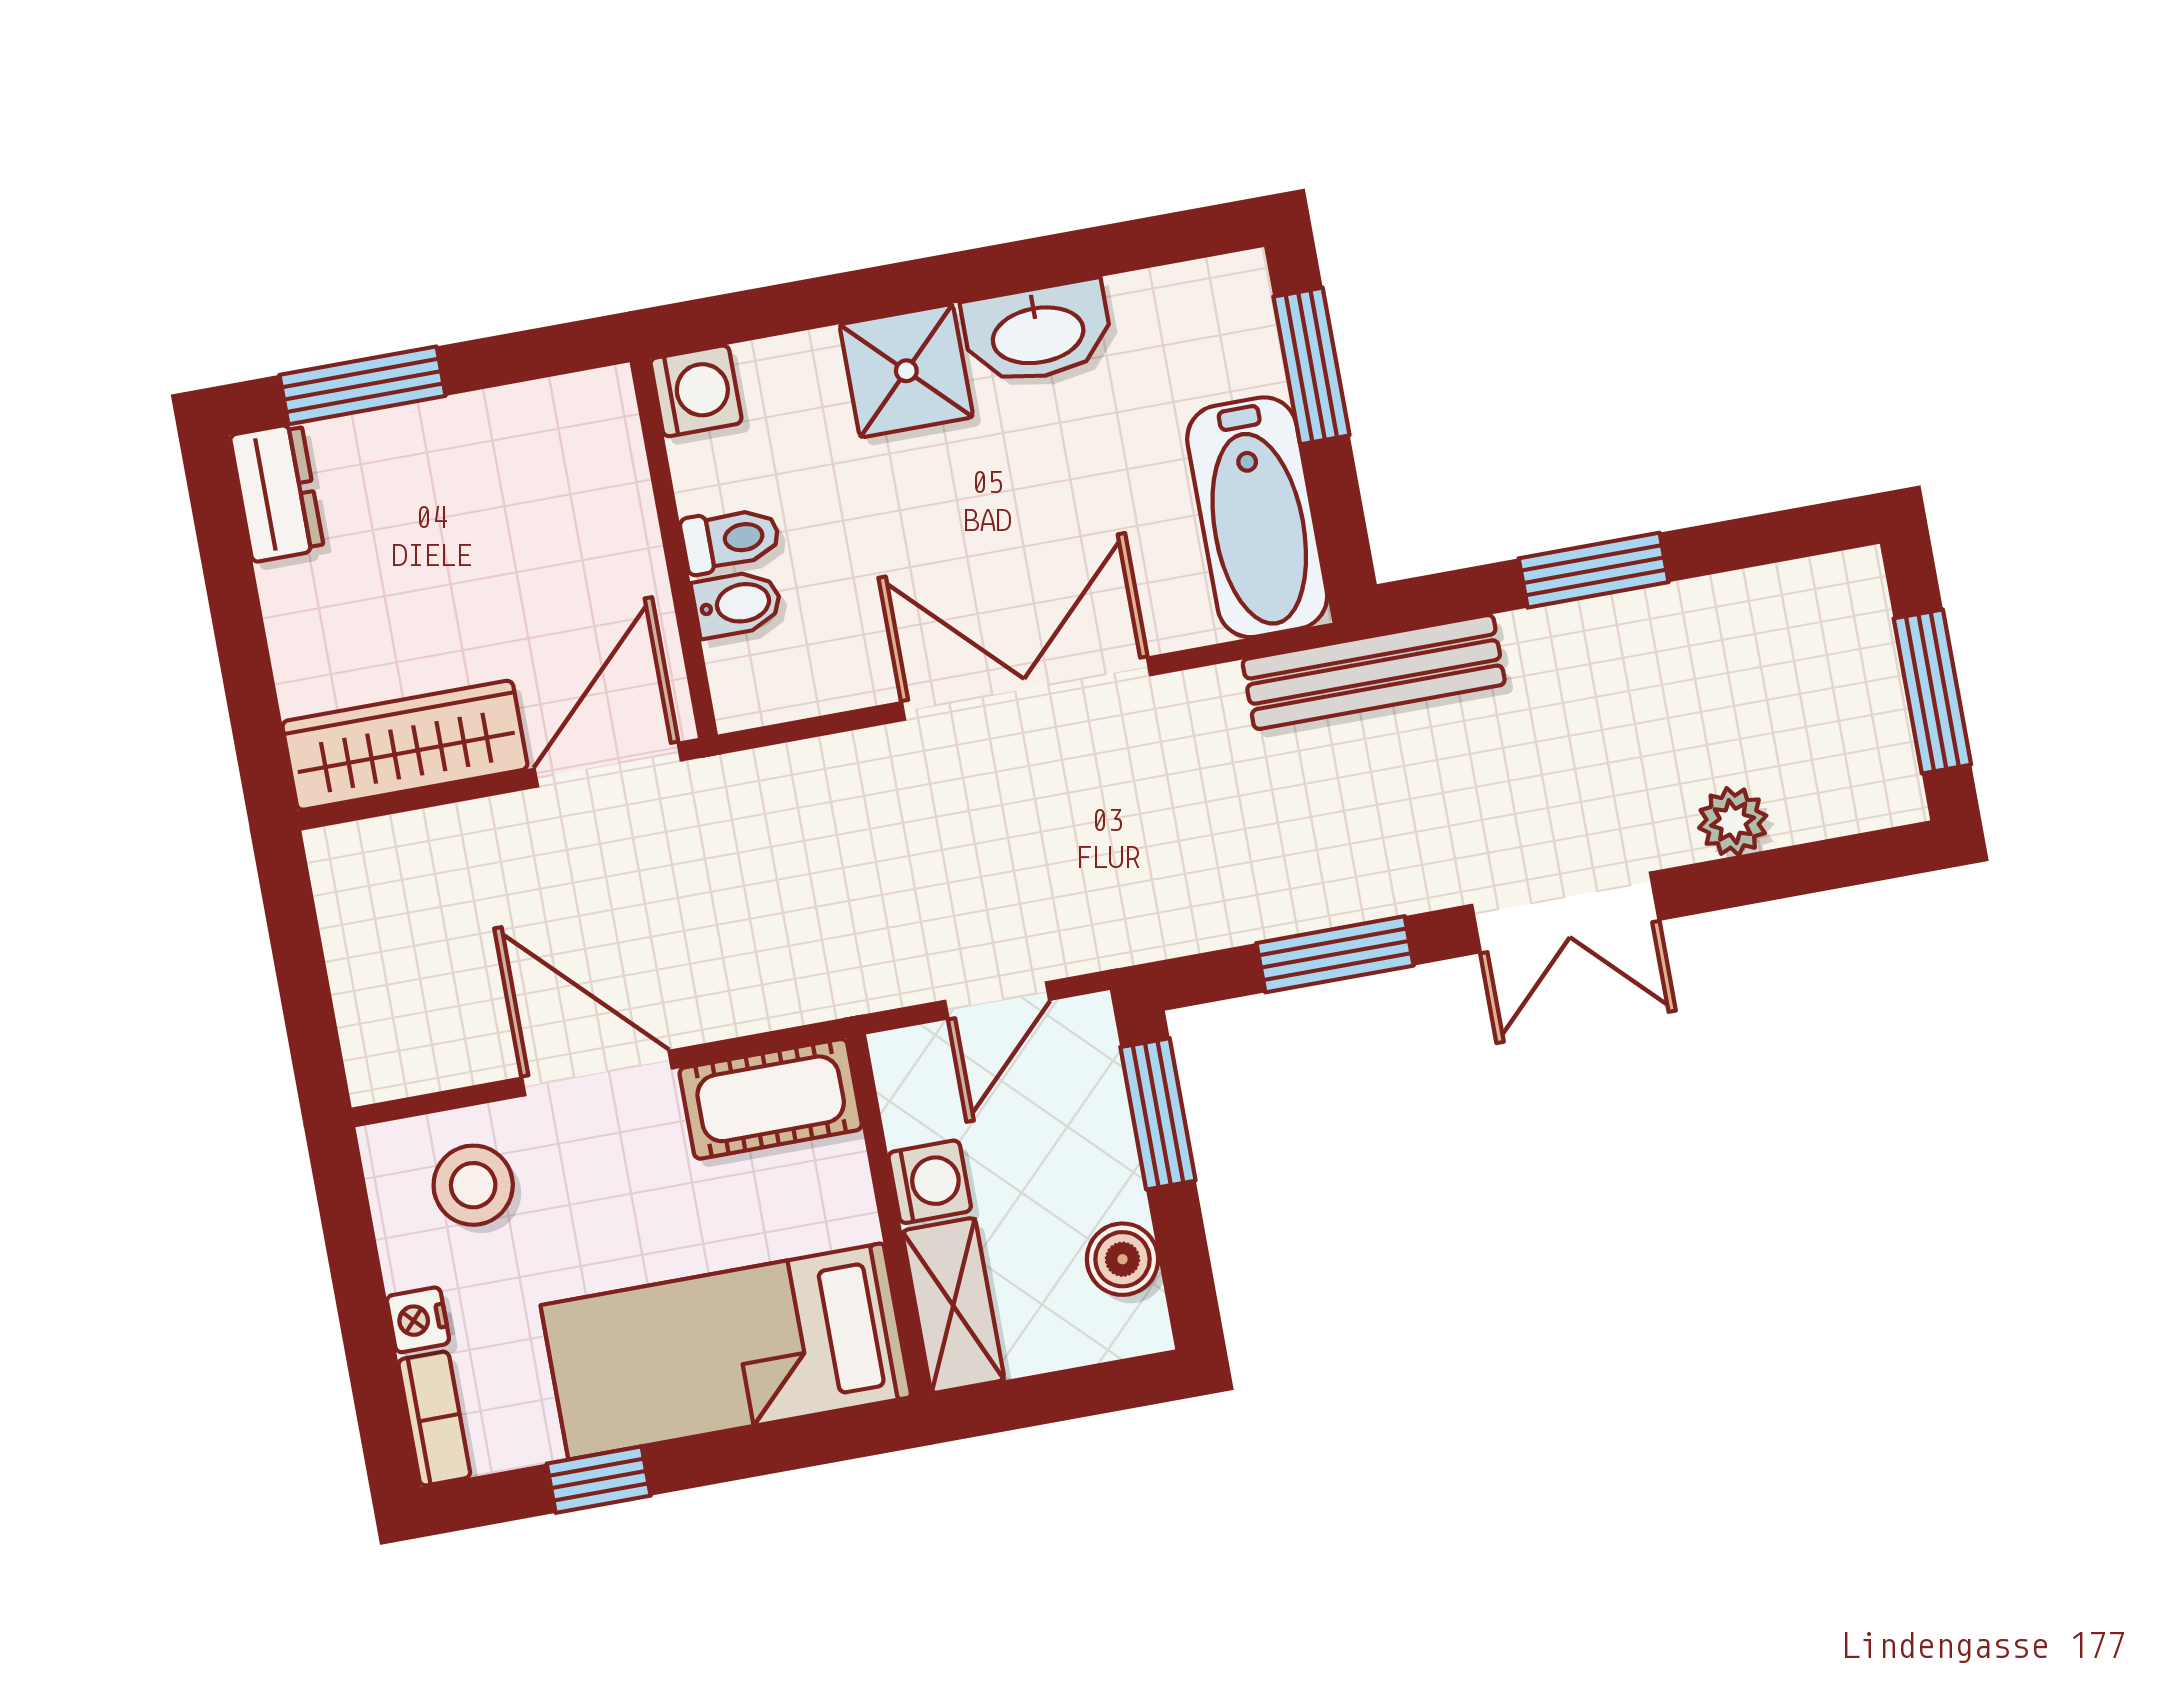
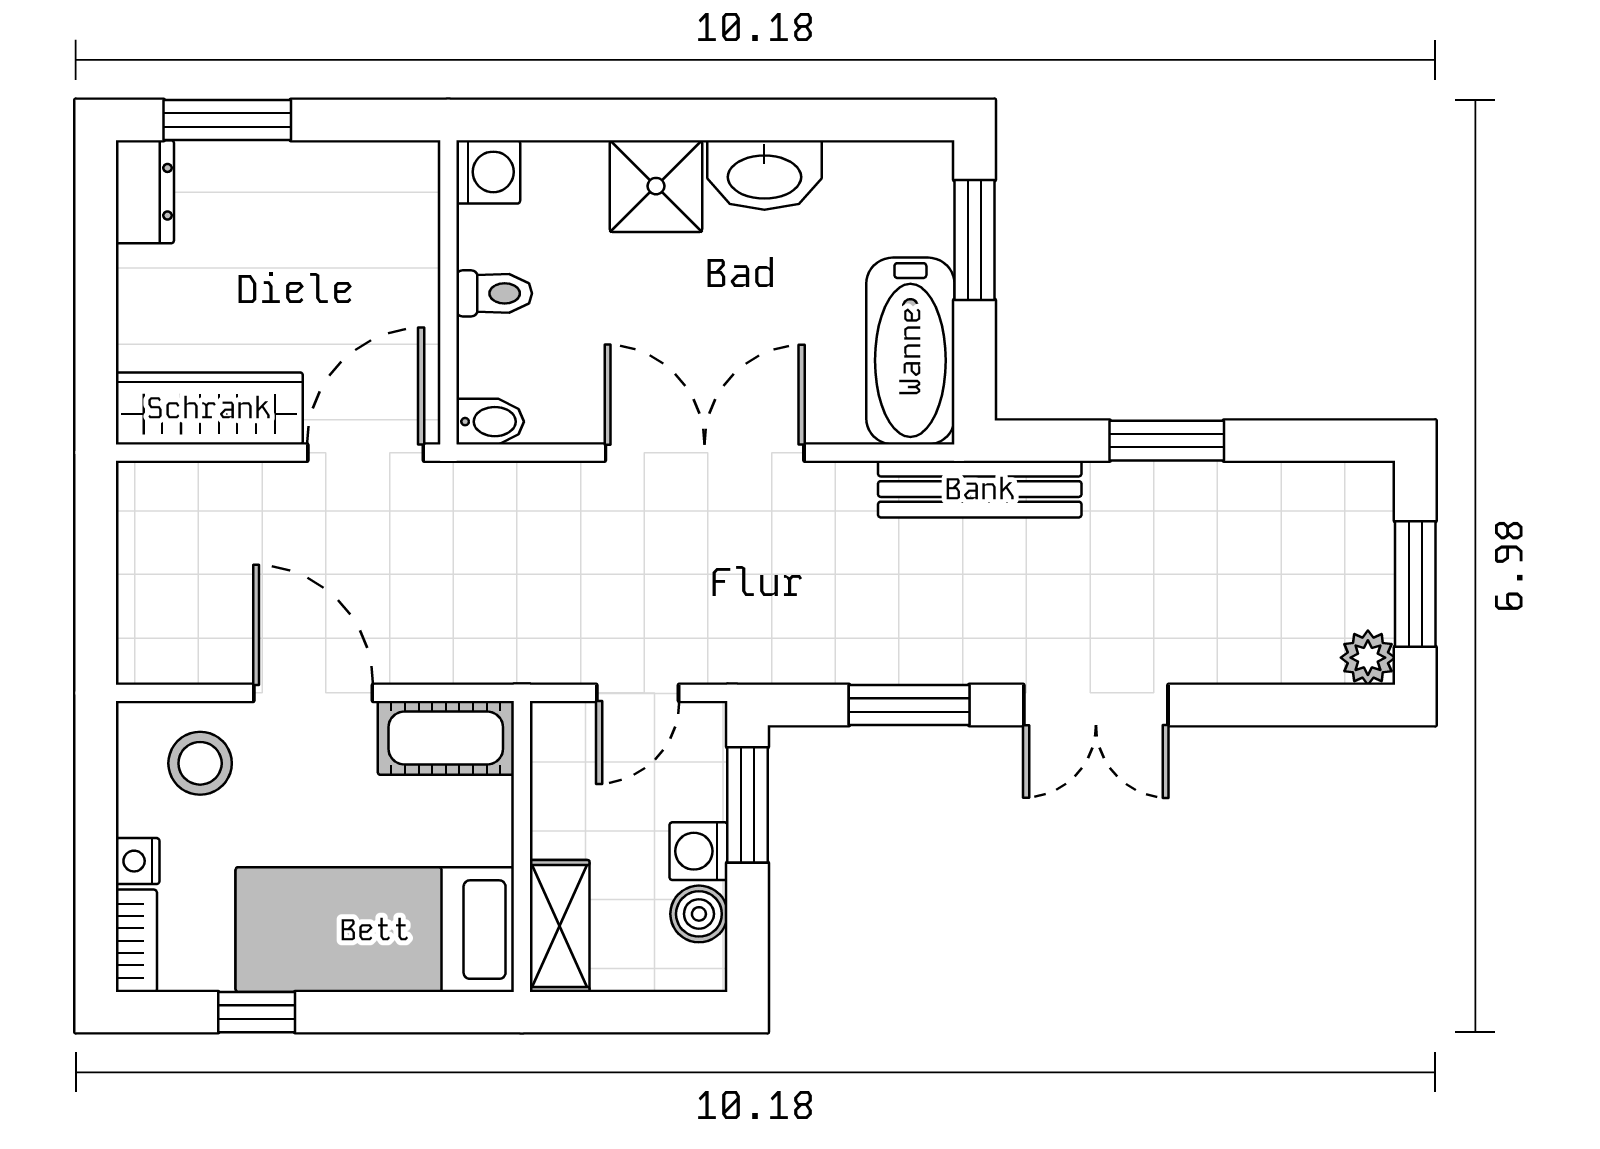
bidet: (737, 604) -> (490, 422), moved
plant: (1733, 822) -> (1368, 658), moved
washing machine: (930, 1182) -> (699, 851), moved, turned 180

